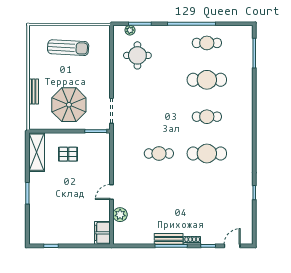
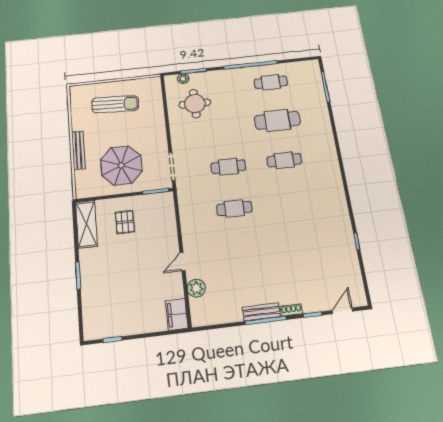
bench: (34, 91) -> (78, 150), width x1.36
cafe table: (207, 153) -> (228, 167), moved, width x0.73, depth x0.74
pallet: (68, 154) -> (125, 222), turned 90

